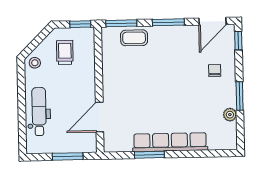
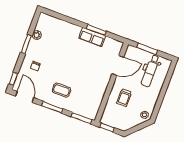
door: (212, 21) -> (25, 97), hinge flipped
coffee table: (134, 38) -> (61, 90), moved
trolley: (65, 52) -> (124, 98), moved
dental chair: (39, 112) -> (150, 71), moved
row of seats: (170, 142) -> (92, 37), width x0.50

